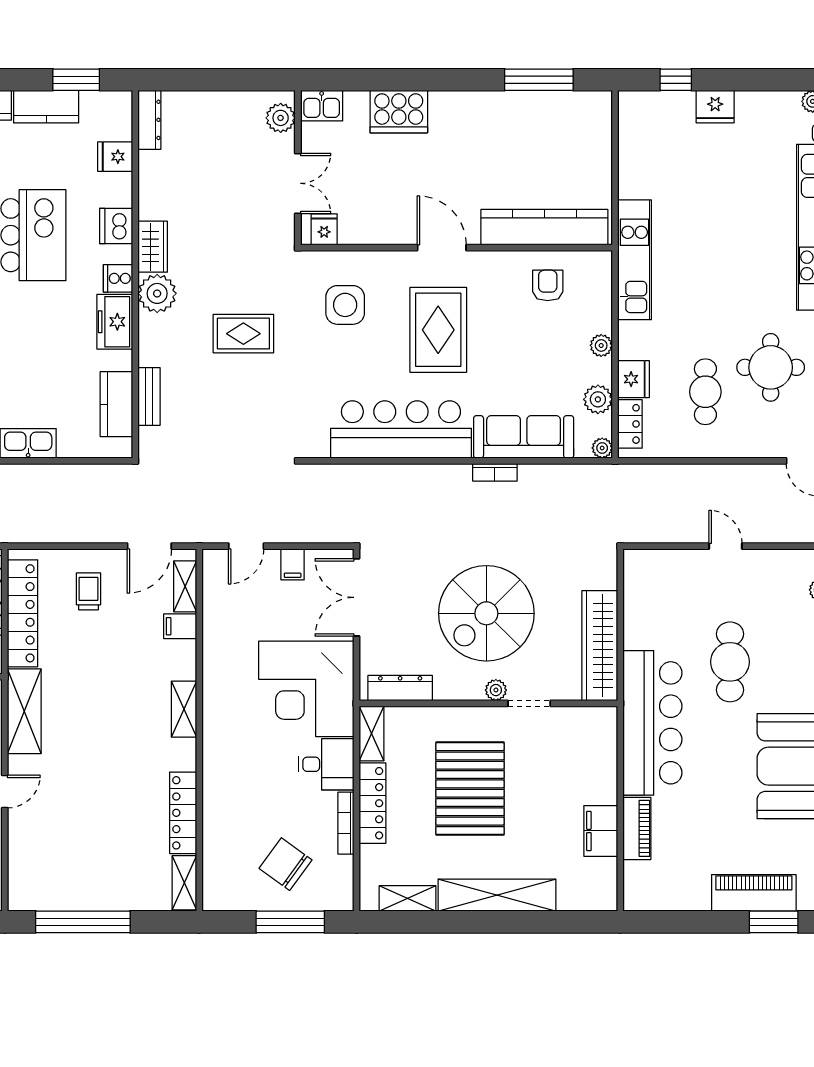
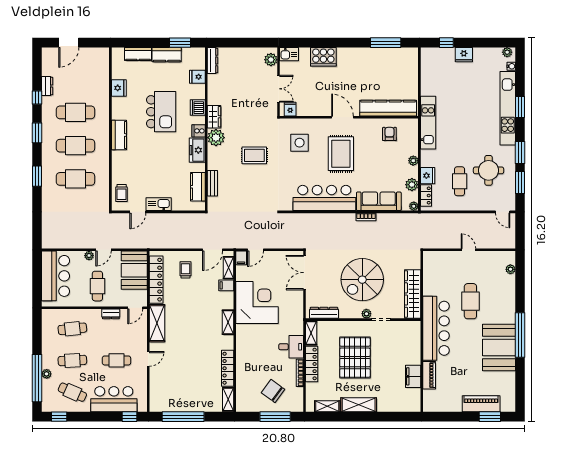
filing cabinet: (293, 564) -> (241, 258), moved
corner desk: (306, 689) -> (257, 303), moved, turned 180
shelving: (497, 895) -> (359, 405), width x0.68

